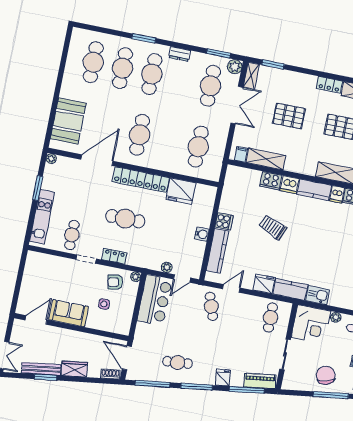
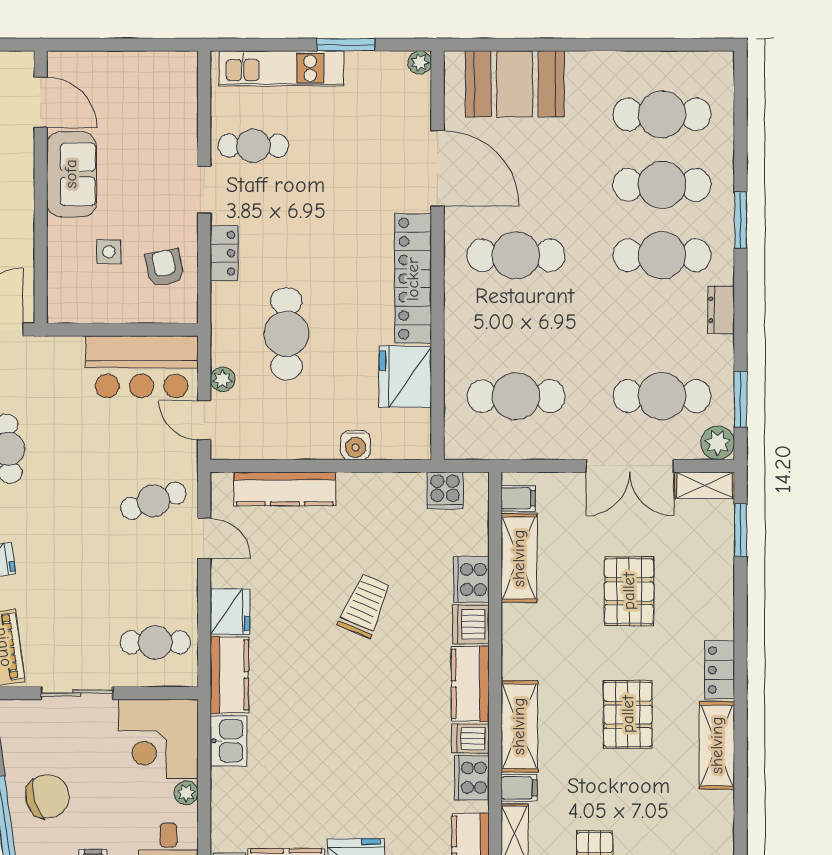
cafe table: (125, 219) -> (286, 334), moved
cooker: (224, 221) -> (445, 490), moved
water cooler: (202, 234) -> (355, 445), moved
plant: (136, 277) -> (187, 312), removed

